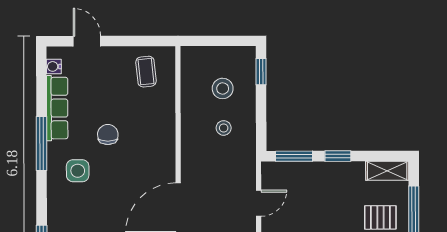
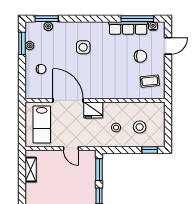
chair: (108, 135) -> (140, 56), moved
window: (41, 143) -> (137, 19), moved
fridge: (194, 166) -> (93, 110), added
side table: (78, 171) -> (83, 47), moved

